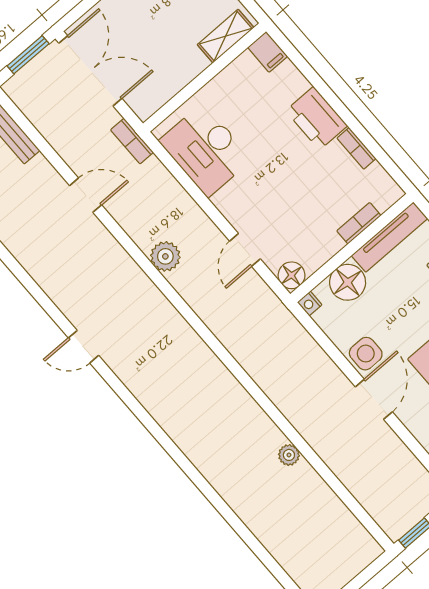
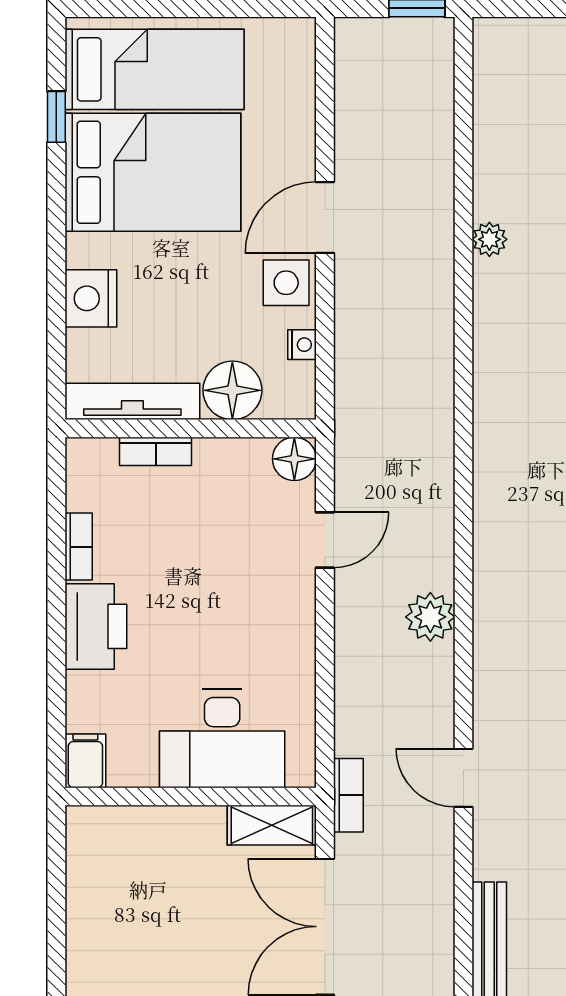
shelving: (226, 36) -> (272, 825), moved
desk: (205, 150) -> (222, 739), moved, turned 90
nightstand: (310, 303) -> (302, 345), moved

